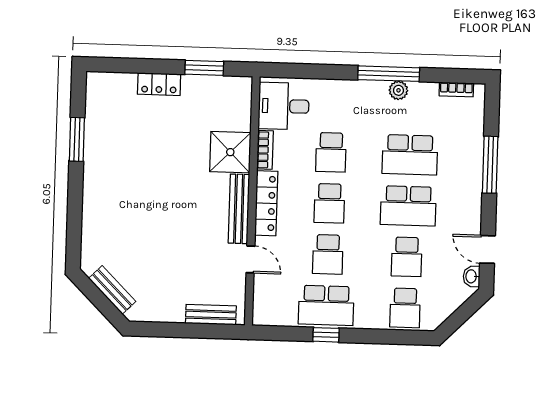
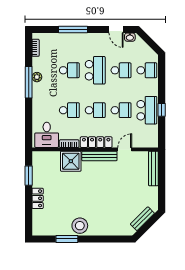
school desk: (410, 155) -> (69, 70), width x0.54
stool: (102, 166) -> (80, 226), added
door: (488, 249) -> (116, 29), hinge flipped
bench: (211, 315) -> (153, 168), width x1.36

